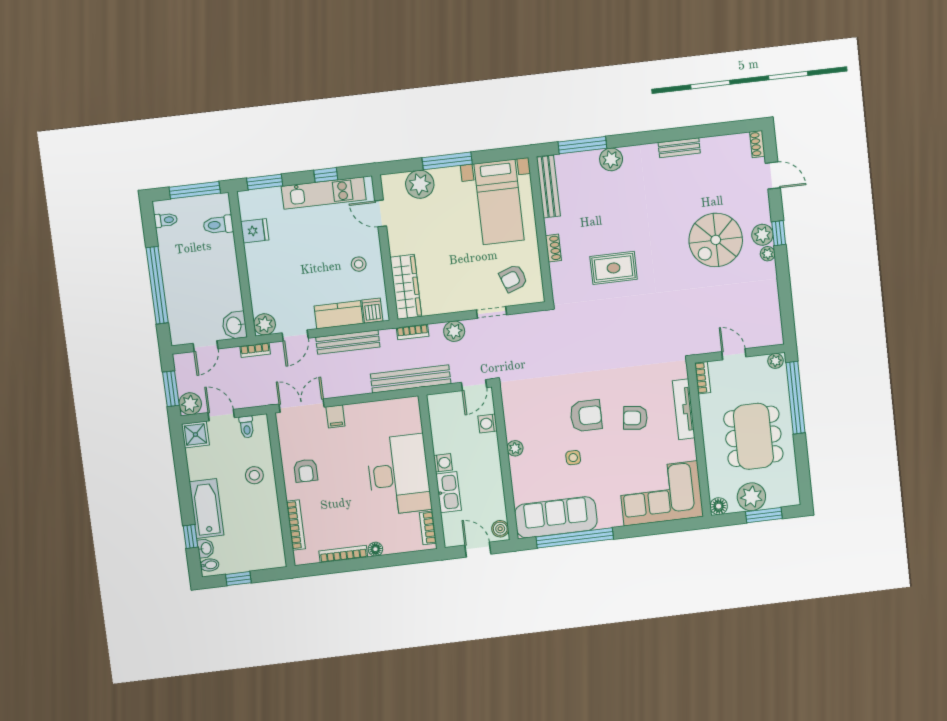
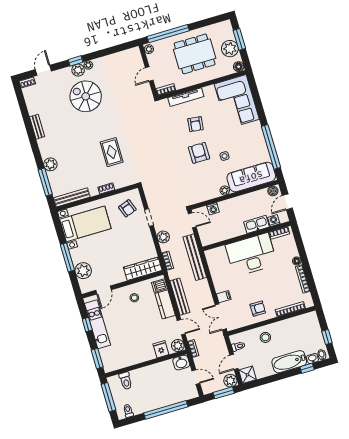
fridge: (255, 231) -> (161, 349), moved
spiral stairs: (716, 240) -> (86, 96), turned 180
washing machine: (443, 463) -> (274, 221), moved
sofa: (556, 517) -> (251, 177), moved, turned 90

